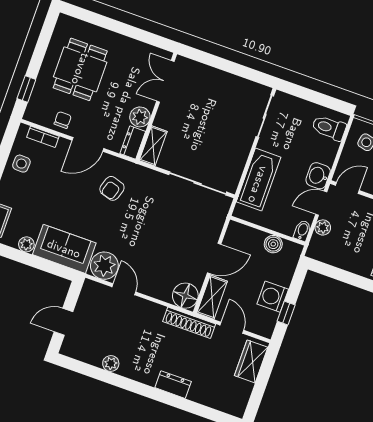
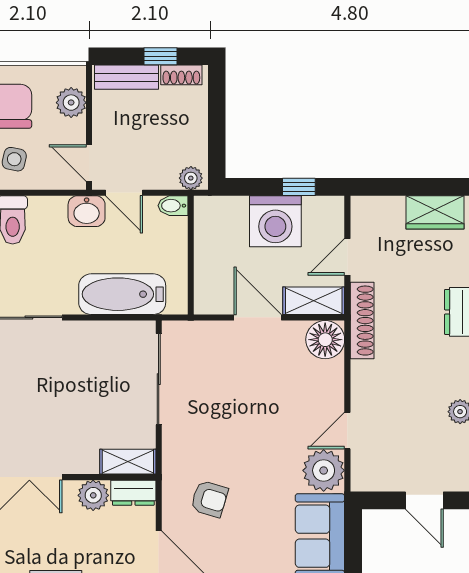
plant: (323, 227) -> (191, 178), moved
boiler: (273, 244) -> (207, 240), removed
washing machine: (273, 297) -> (275, 221), width x1.37, depth x1.37
wardrobe: (251, 361) -> (435, 212), moved

